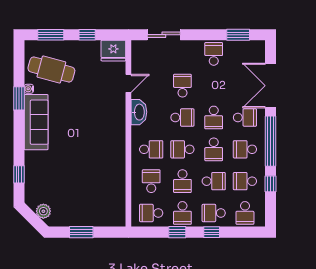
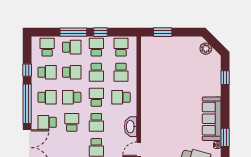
school desk: (182, 117) -> (96, 122), turned -90
school desk: (182, 149) -> (96, 97), turned -90
school desk: (214, 149) -> (72, 97), turned -90
school desk: (182, 181) -> (96, 72), turned 180
school desk: (214, 181) -> (72, 72), turned 180
school desk: (151, 213) -> (121, 47), turned -90
window: (81, 232) -> (163, 32), moved
window: (212, 232) -> (73, 32), width x2.17

